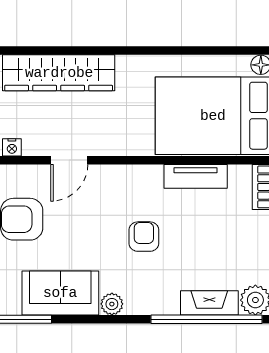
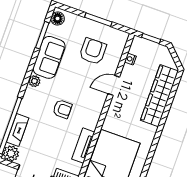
door: (69, 160) -> (114, 85), hinge flipped

